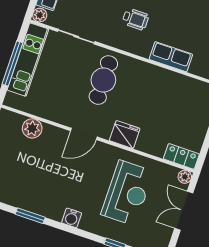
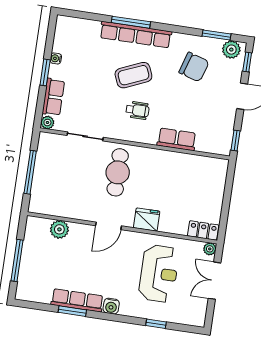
kitchen unit: (28, 60) -> (44, 166), removed
row of seats: (37, 205) -> (77, 300), added

